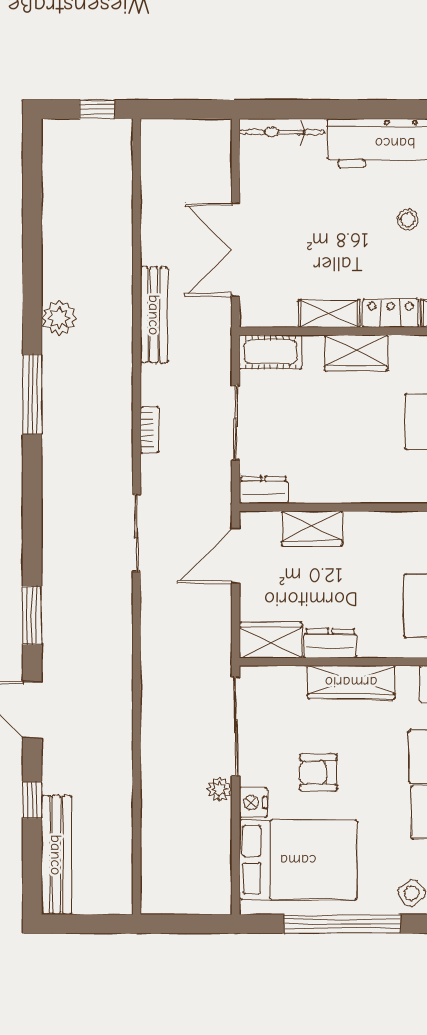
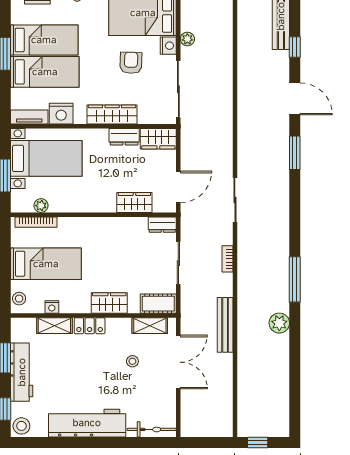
stool: (408, 220) -> (132, 361), moved
shelving: (329, 314) -> (150, 326), moved
armchair: (318, 773) -> (131, 63), turned -88
plant: (220, 789) -> (187, 39), moved

